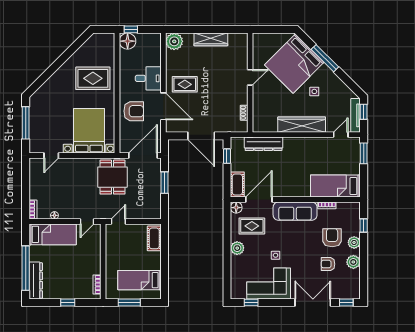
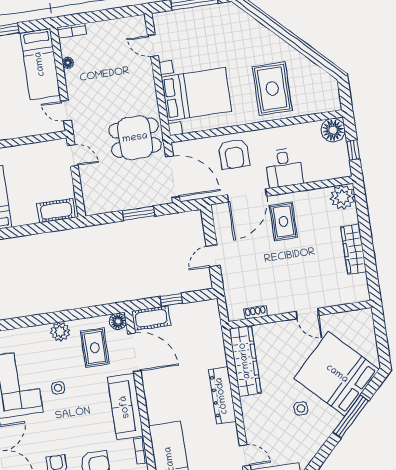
window: (131, 29) -> (353, 150), moved
wardrobe: (302, 125) -> (245, 361), moved
door: (201, 136) -> (213, 256), width x0.53
dresser: (264, 144) -> (222, 396), moved
window: (227, 156) -> (171, 300), moved

